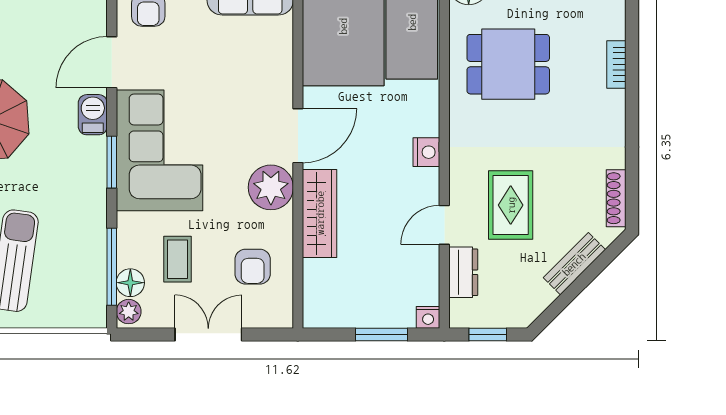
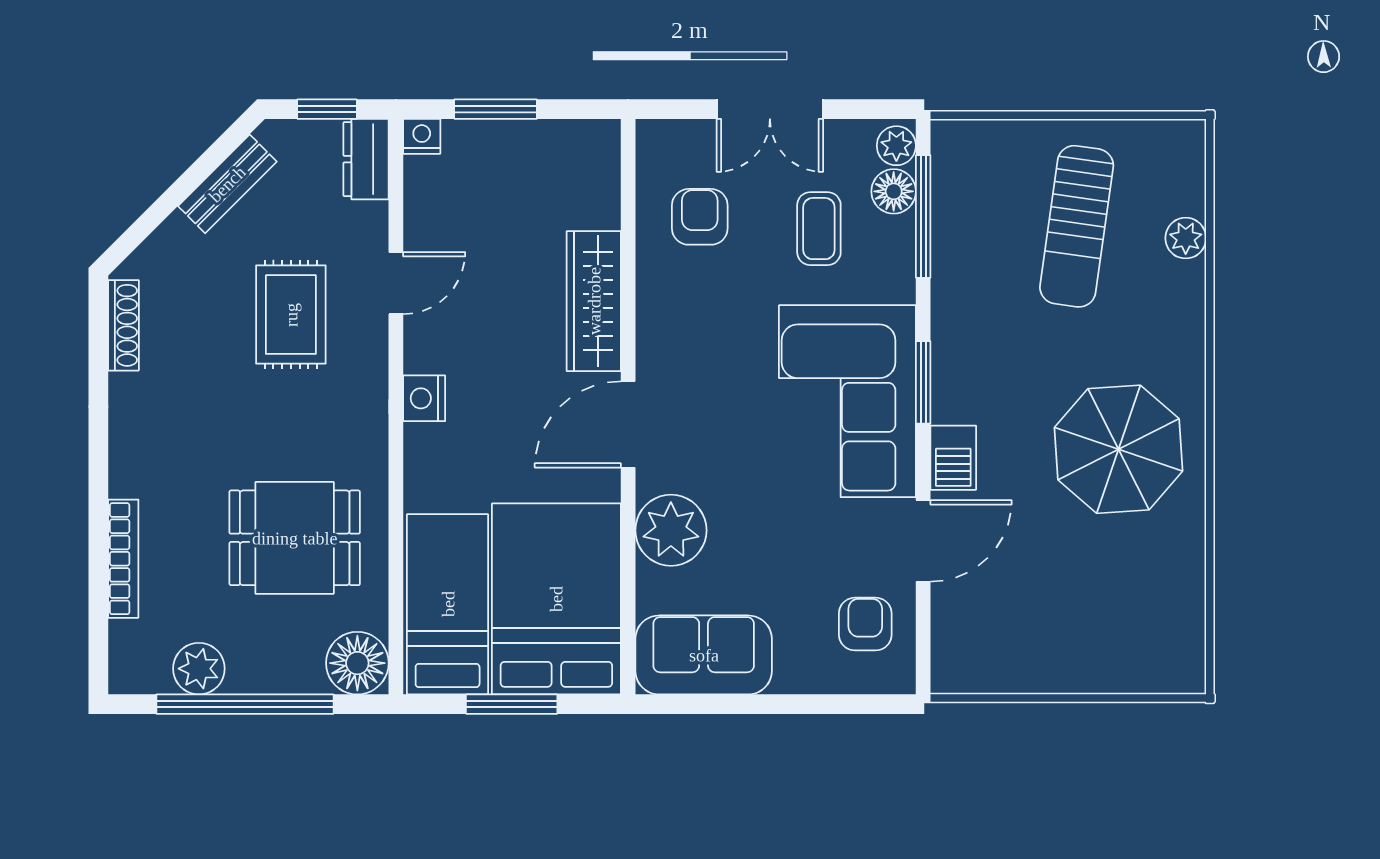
bookcase: (616, 64) -> (123, 559), width x1.56
plant: (271, 187) -> (671, 530), moved
bench: (574, 264) -> (227, 184), moved
dresser: (463, 272) -> (366, 159), moved

